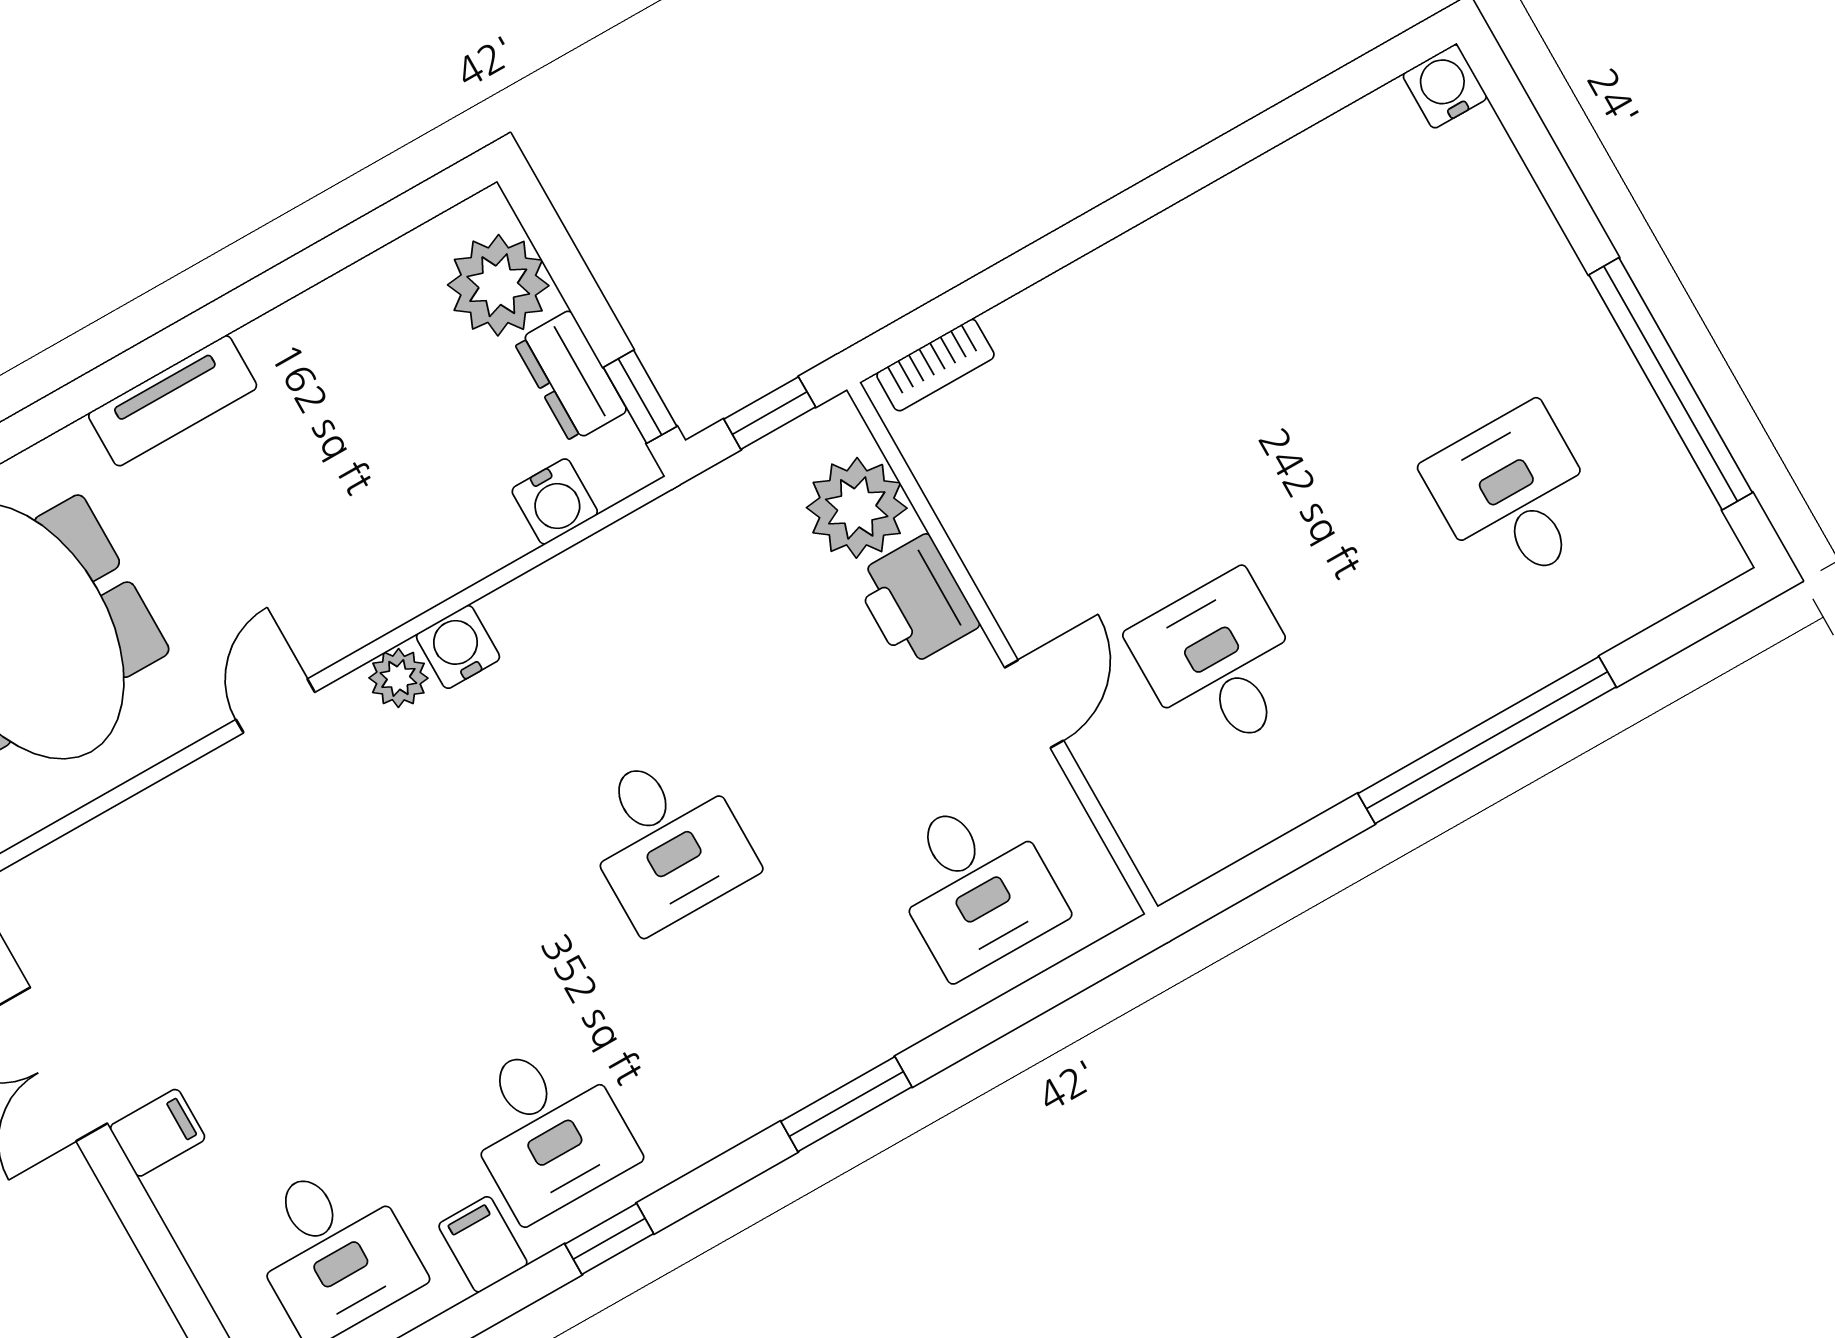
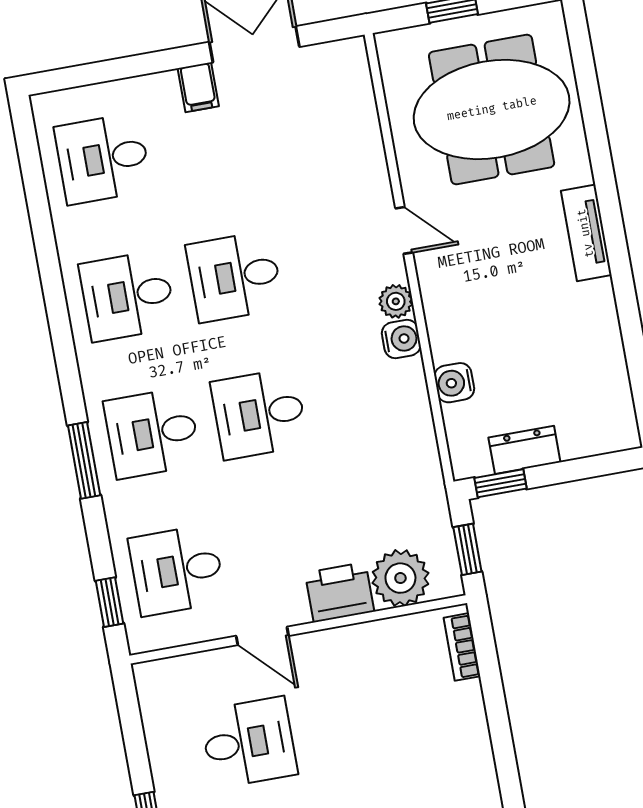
plant: (498, 285) -> (587, 428), removed
water cooler: (555, 501) -> (454, 383), moved
desk: (452, 961) -> (235, 277), added
desk: (761, 1006) -> (152, 433), added
window: (609, 1239) -> (110, 602), moved
filing cabinet: (483, 1244) -> (77, 240), removed

